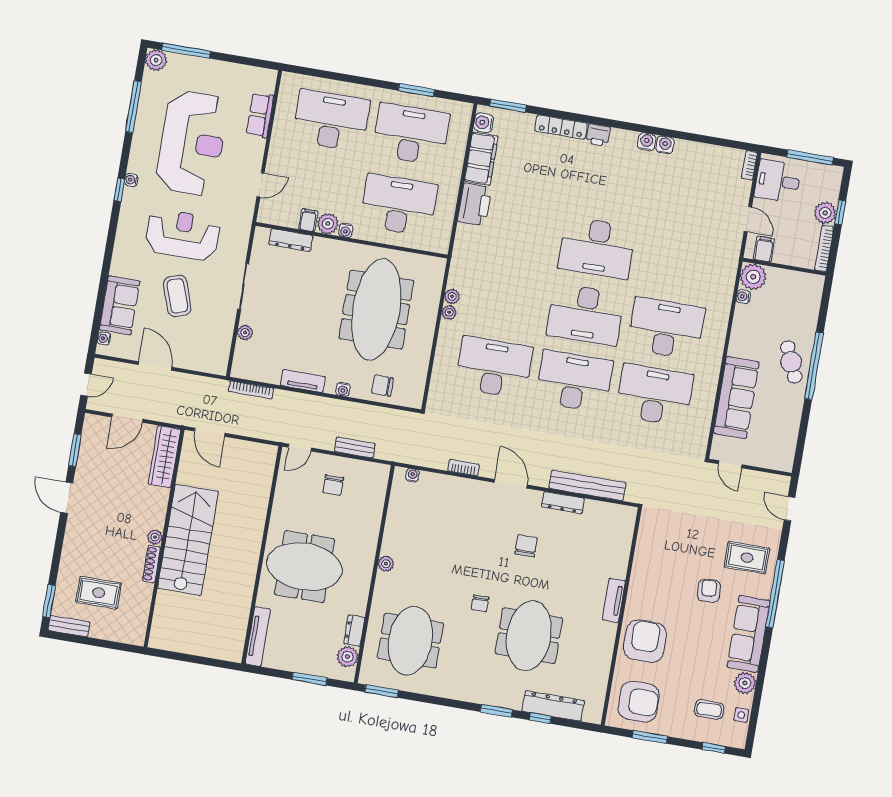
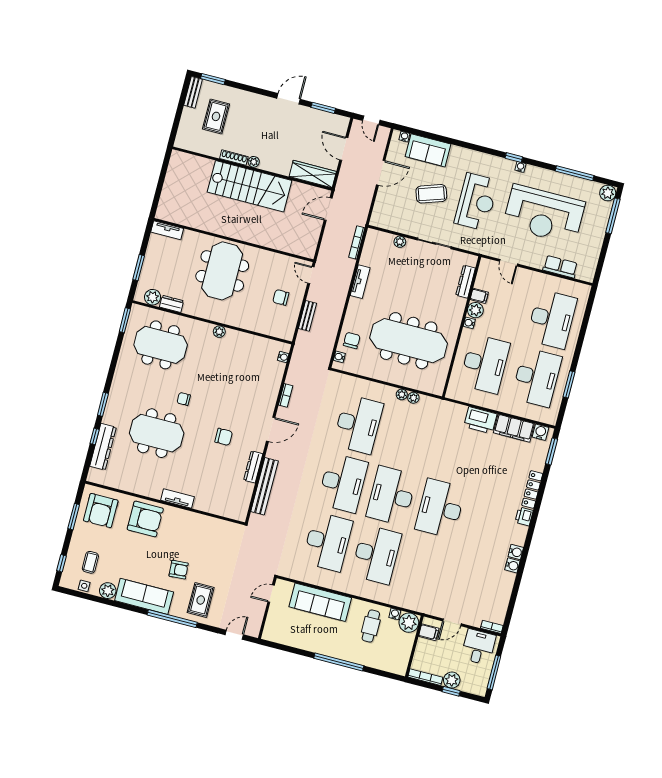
cafe table: (791, 362) -> (371, 626), moved, turned -67
water cooler: (343, 389) -> (339, 357), moved
tv unit: (258, 637) -> (167, 230), width x0.71

